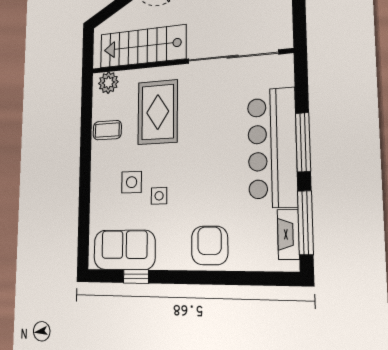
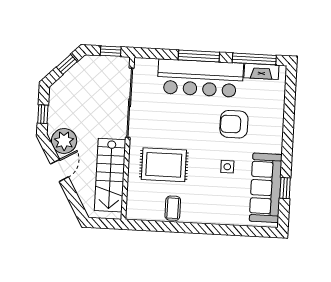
window: (299, 20) -> (111, 51), added
plant: (108, 83) -> (135, 206), removed
side table: (132, 182) -> (215, 189), removed
armchair: (210, 245) -> (234, 124), moved
sofa: (124, 250) -> (266, 188), width x1.36

